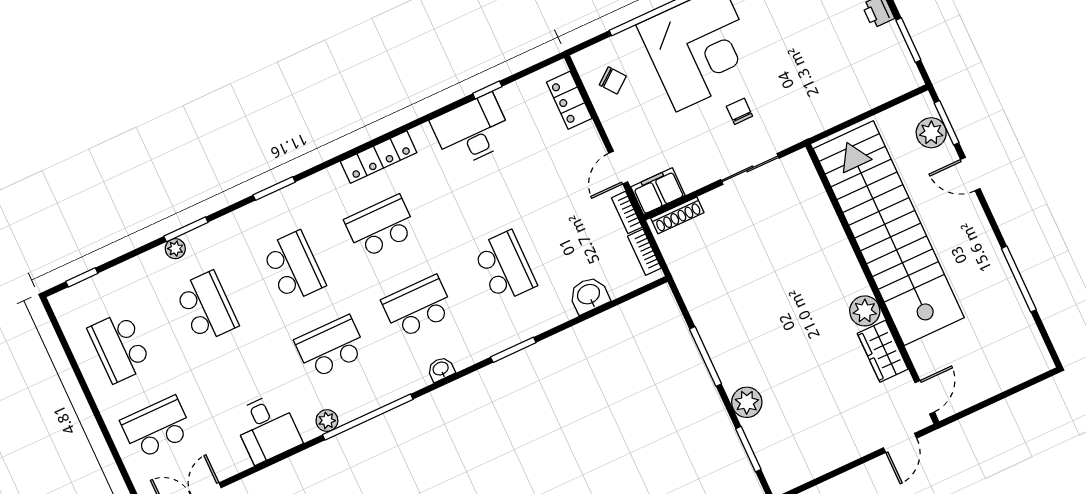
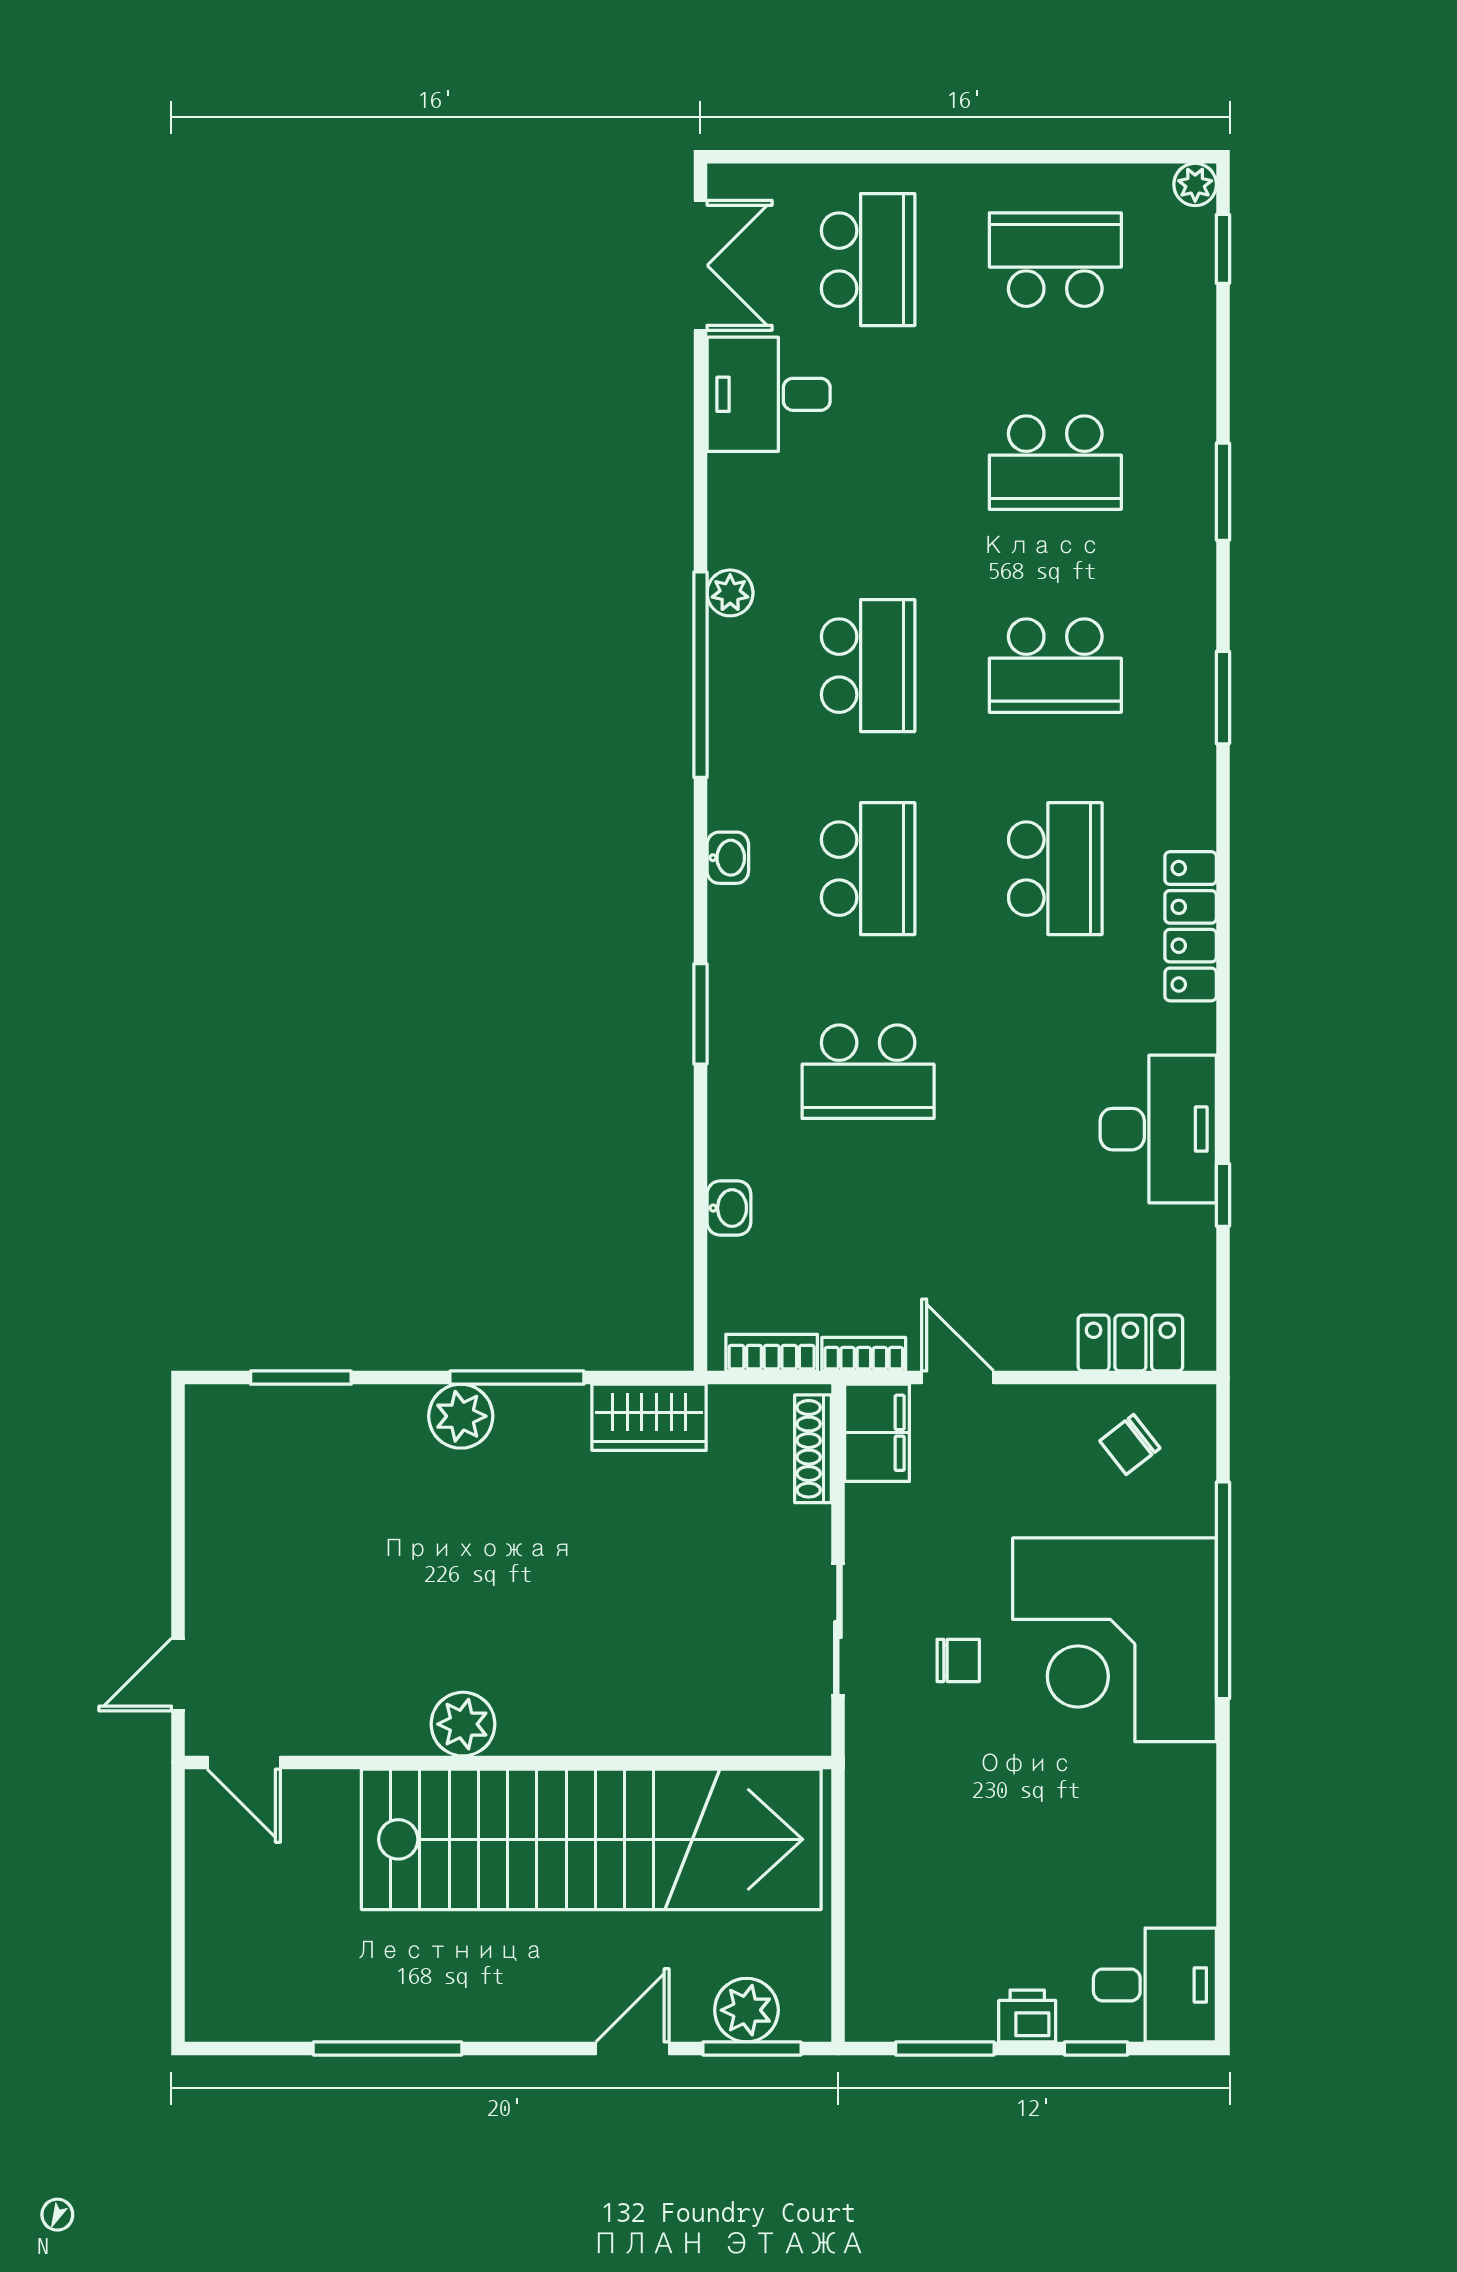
plant: (175, 249) -> (1195, 184), moved
washbasin: (589, 295) -> (729, 1208), width x0.72, depth x0.69
wardrobe: (883, 351) -> (649, 1417), moved, turned 180
plant: (747, 402) -> (461, 1416), moved
desk: (267, 428) -> (769, 394), moved
door: (900, 443) -> (178, 1675), hinge flipped

